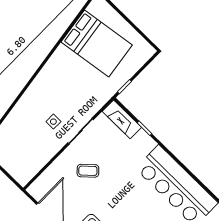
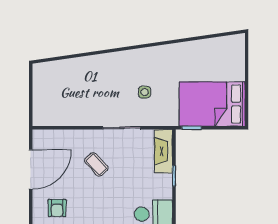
bed: (97, 43) -> (212, 104), moved, turned 98
side table: (53, 122) -> (145, 92), moved

